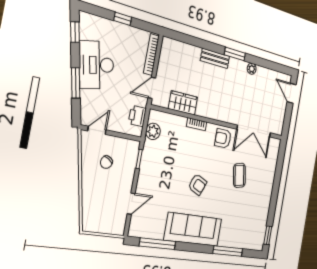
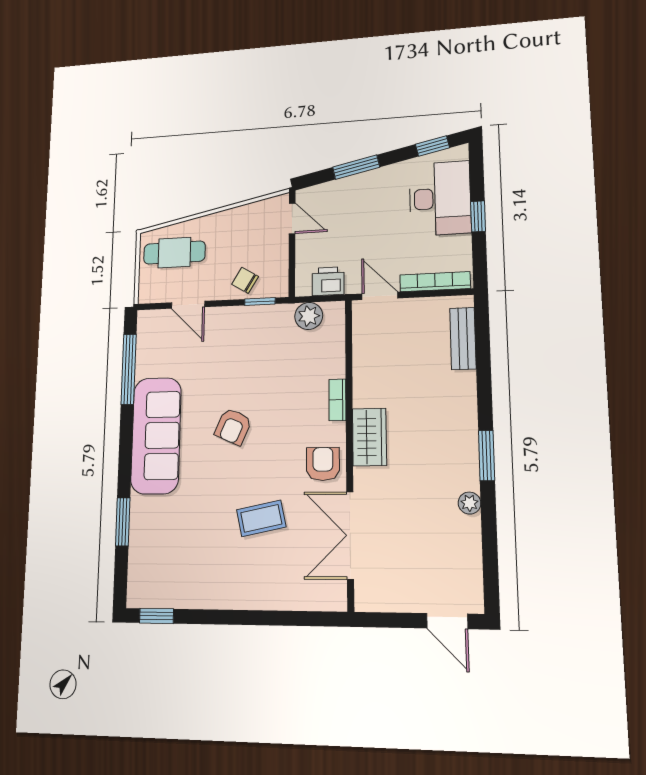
bench: (215, 58) -> (463, 338), moved
desk: (97, 65) -> (440, 198), moved, turned 102
door: (292, 93) -> (447, 621), swing flipped
wardrobe: (183, 103) -> (369, 437), moved
chair: (106, 162) -> (245, 280), moved
cafe table: (99, 209) -> (174, 253), added
window: (228, 251) -> (123, 522), width x0.69

